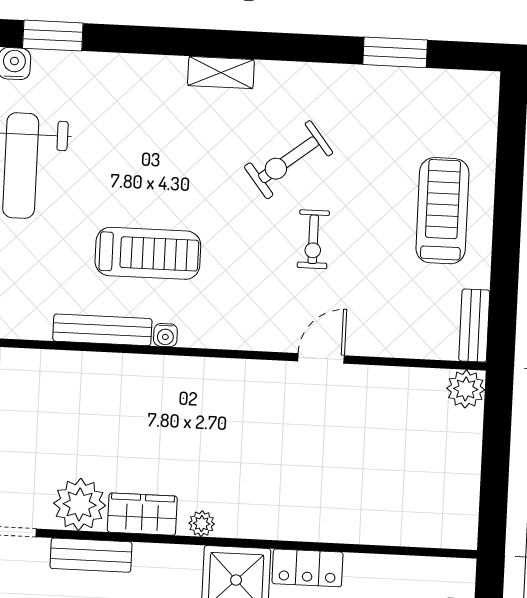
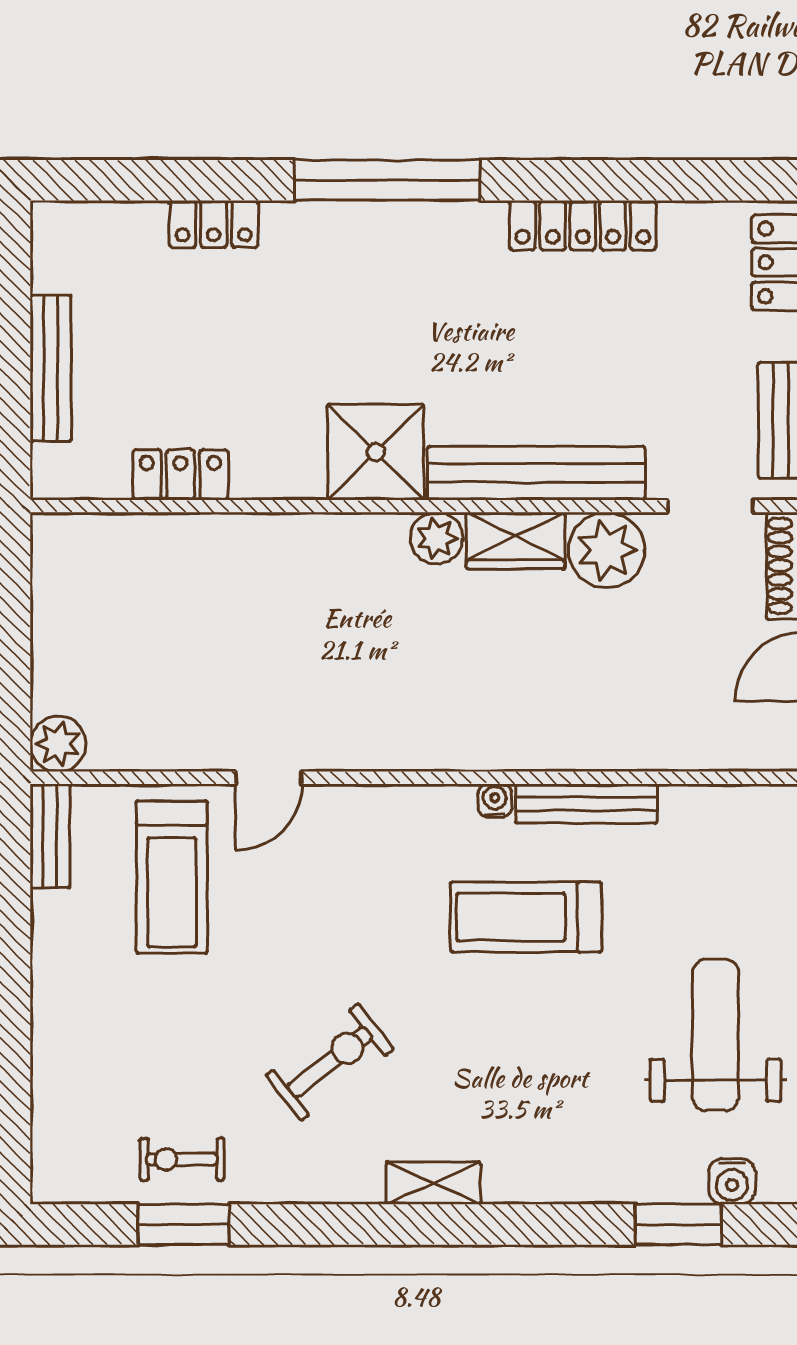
treadmill: (442, 211) -> (172, 877), moved
exercise bike: (313, 239) -> (182, 1159), moved, turned -90
plant: (202, 524) -> (436, 538), width x1.38, depth x1.38
bench: (91, 555) -> (536, 473), width x1.86, depth x1.21
locker: (307, 568) -> (180, 475), moved

